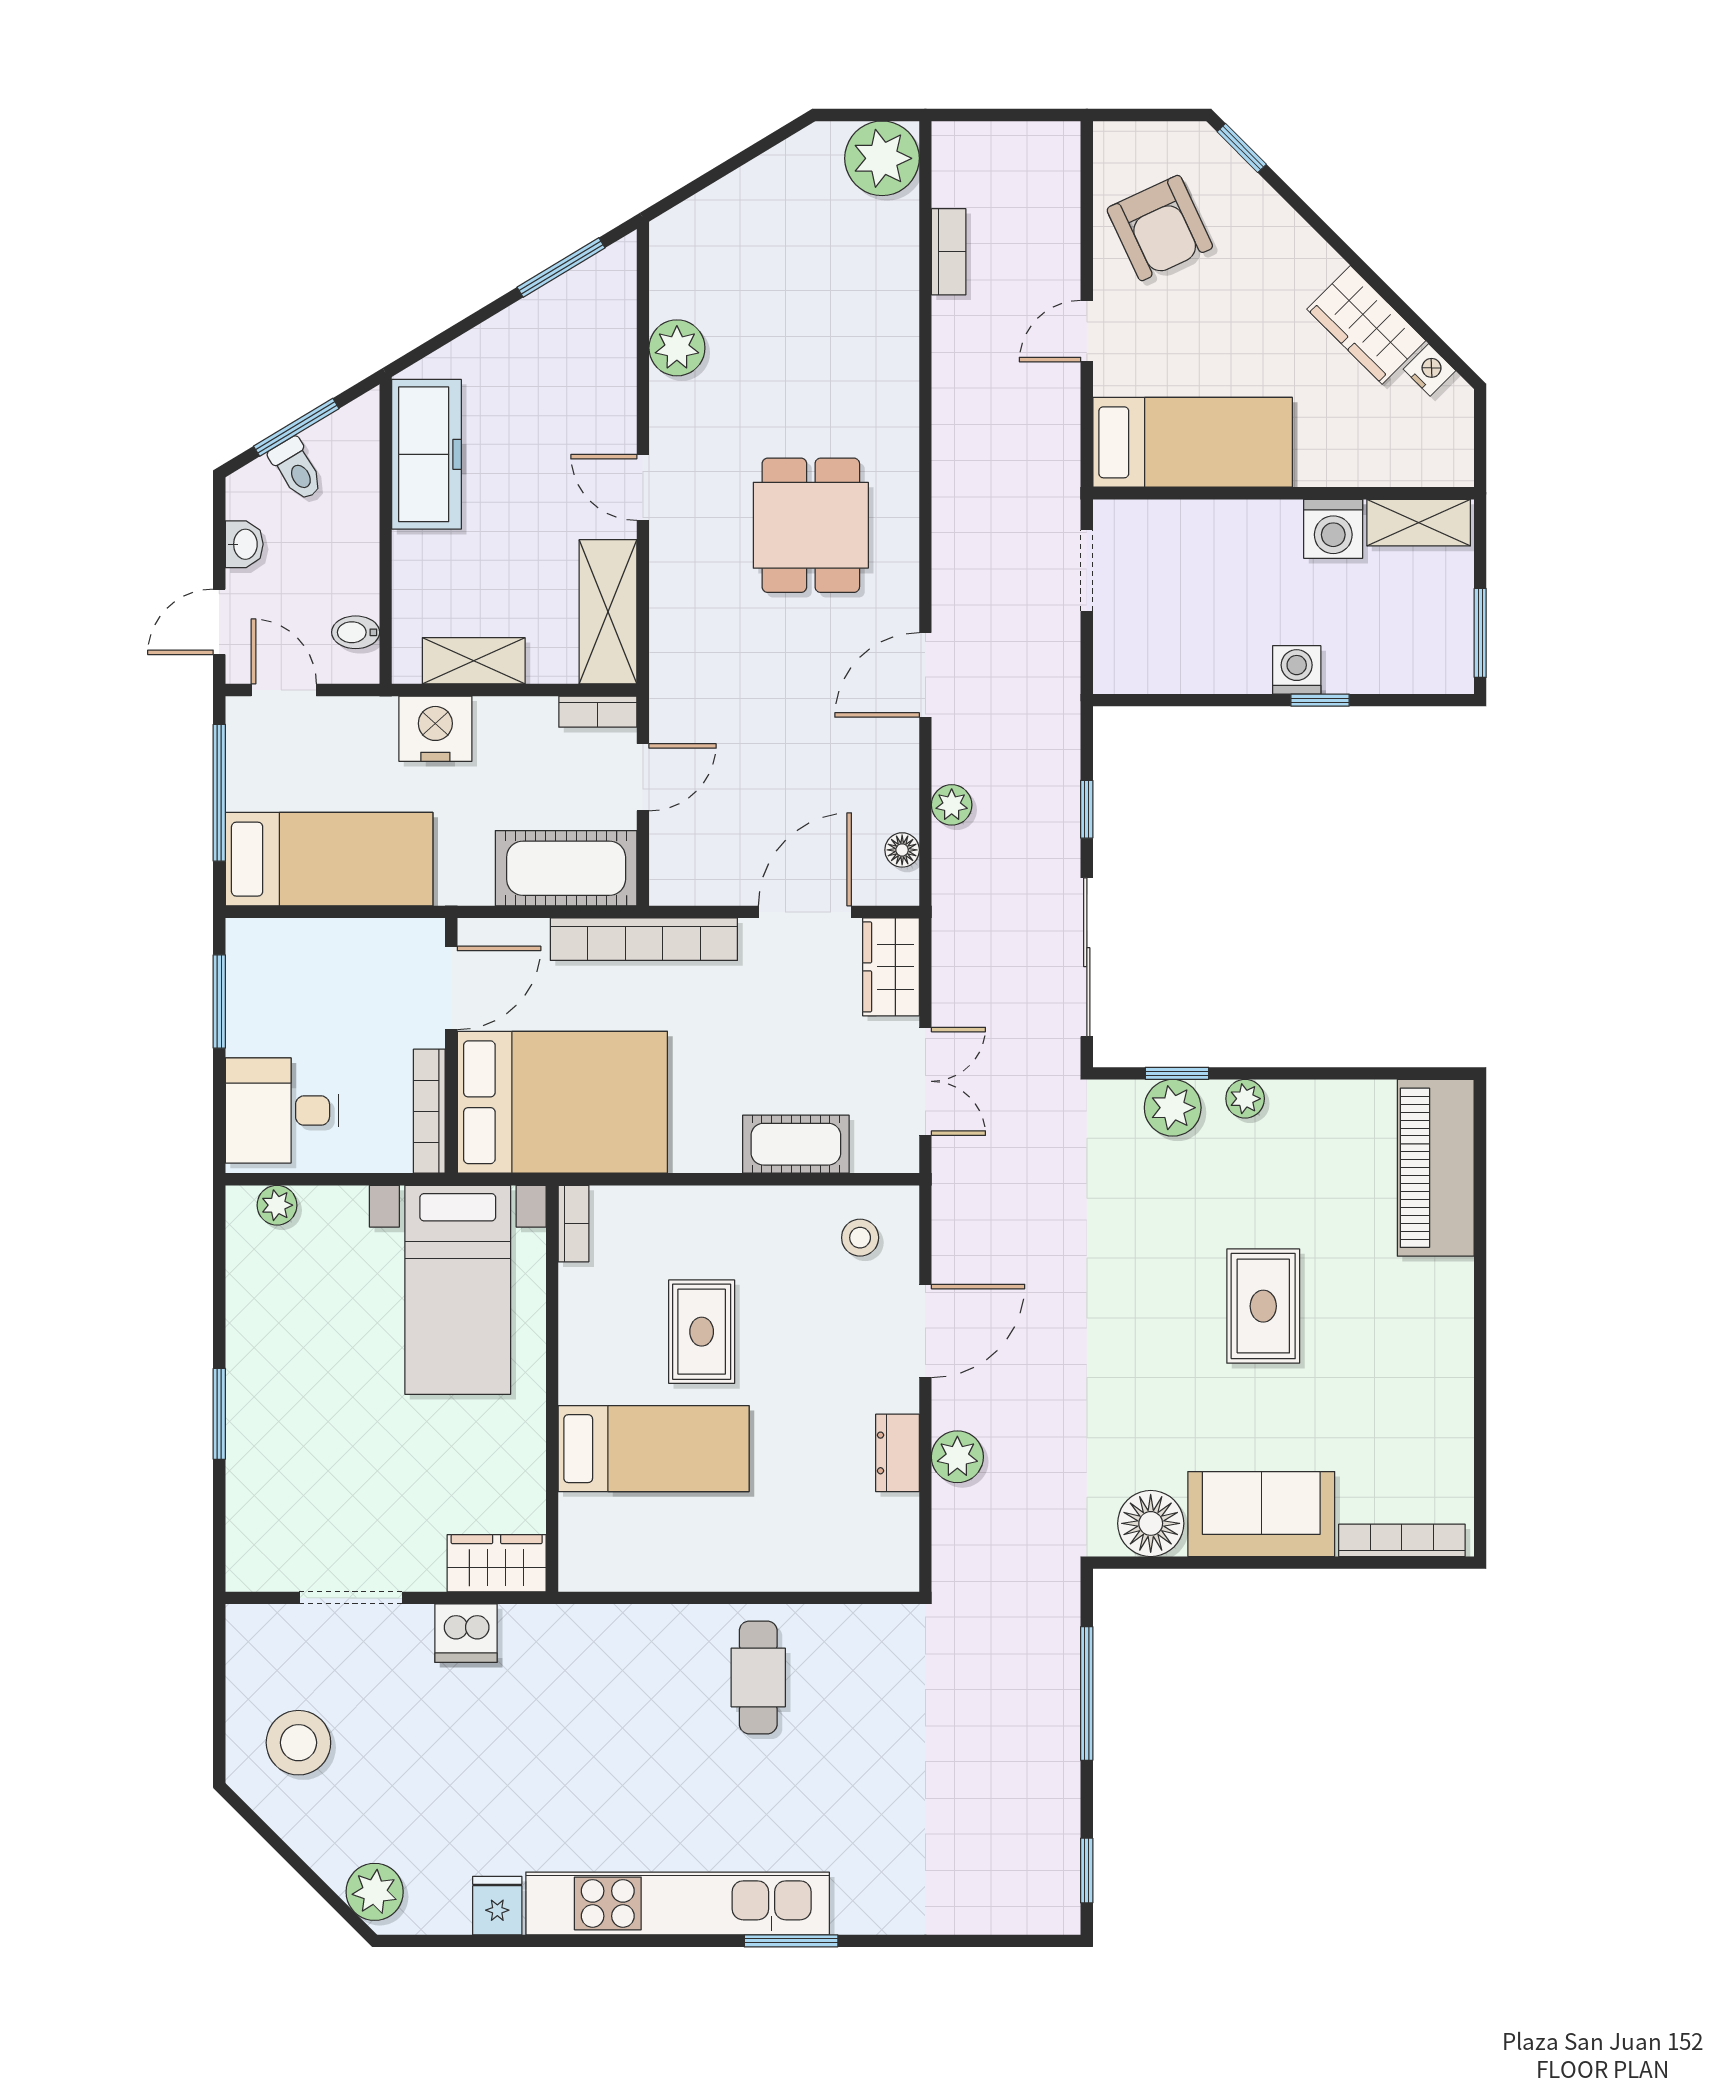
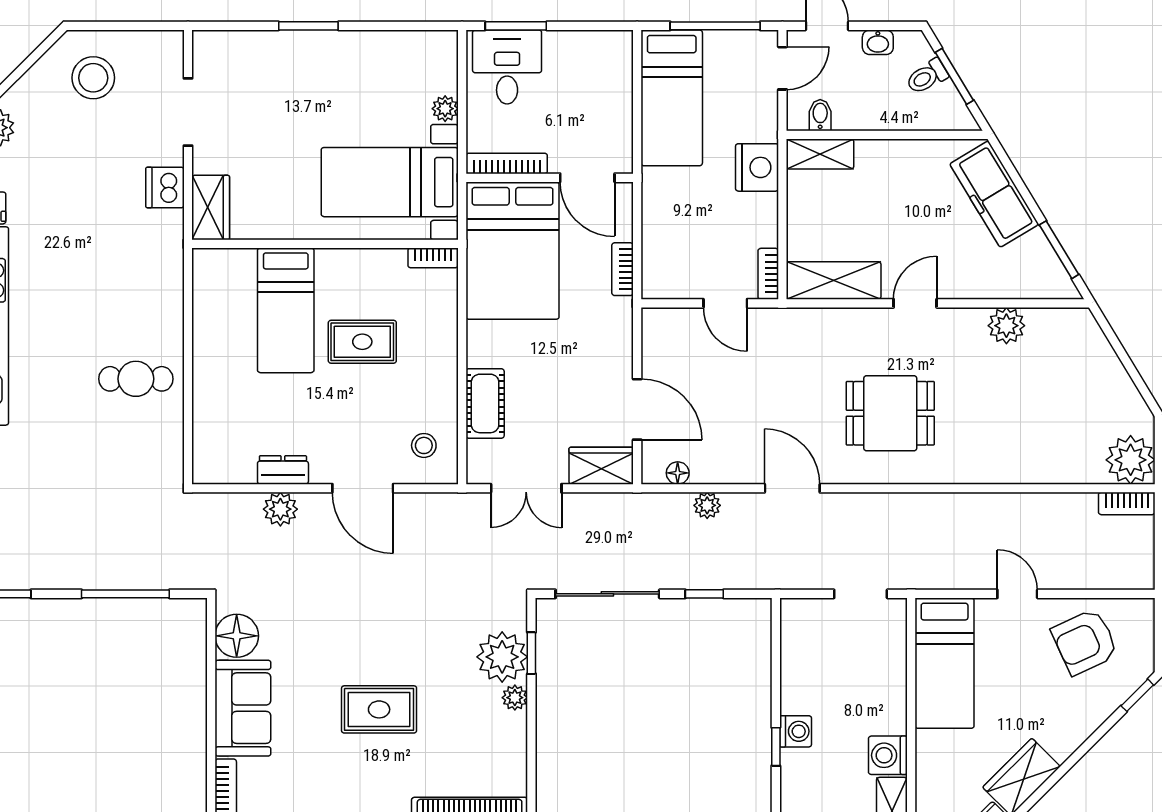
bookcase: (949, 252) -> (1127, 503), moved
freezer: (426, 454) -> (994, 194), moved, turned 59
shelving: (474, 661) -> (820, 154), moved, turned 90
cot: (566, 868) -> (666, 253), removed
bookcase: (644, 939) -> (623, 269), width x0.43, depth x0.76
window: (219, 1002) -> (516, 26), moved
plant: (1173, 1108) -> (502, 657), width x1.36, depth x1.36
plant: (277, 1205) -> (445, 109), moved

